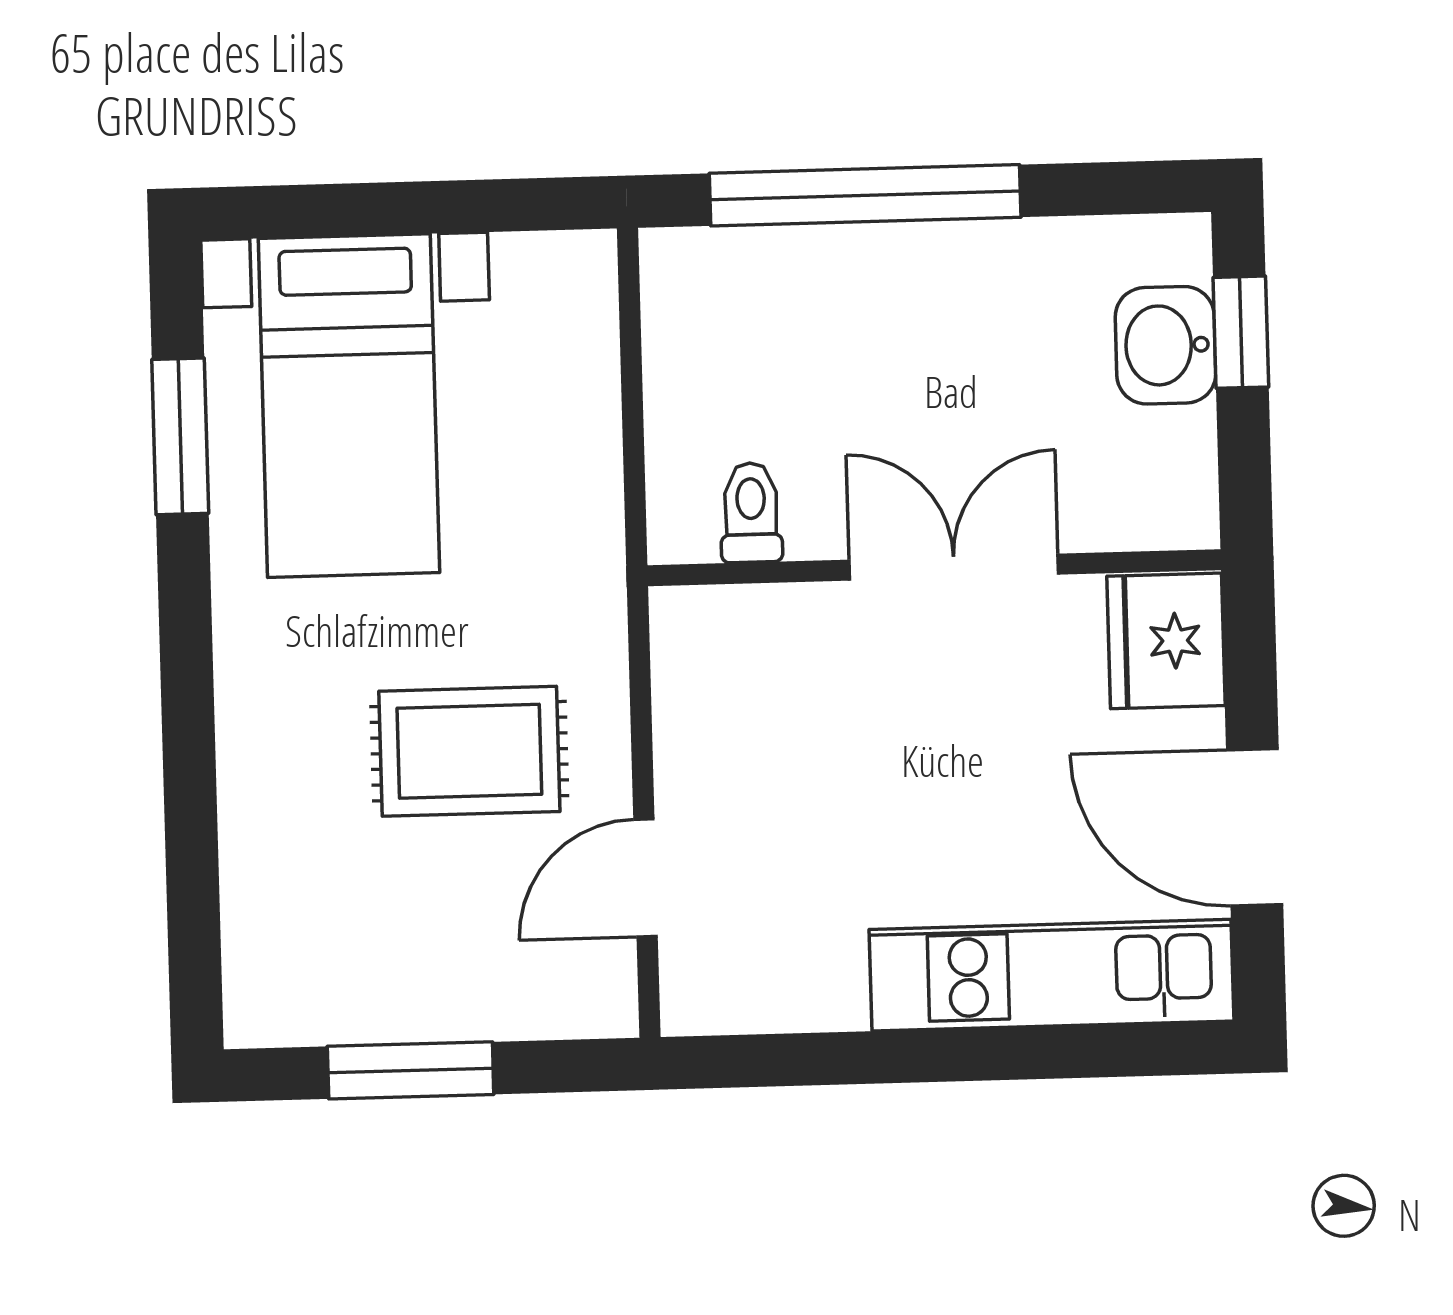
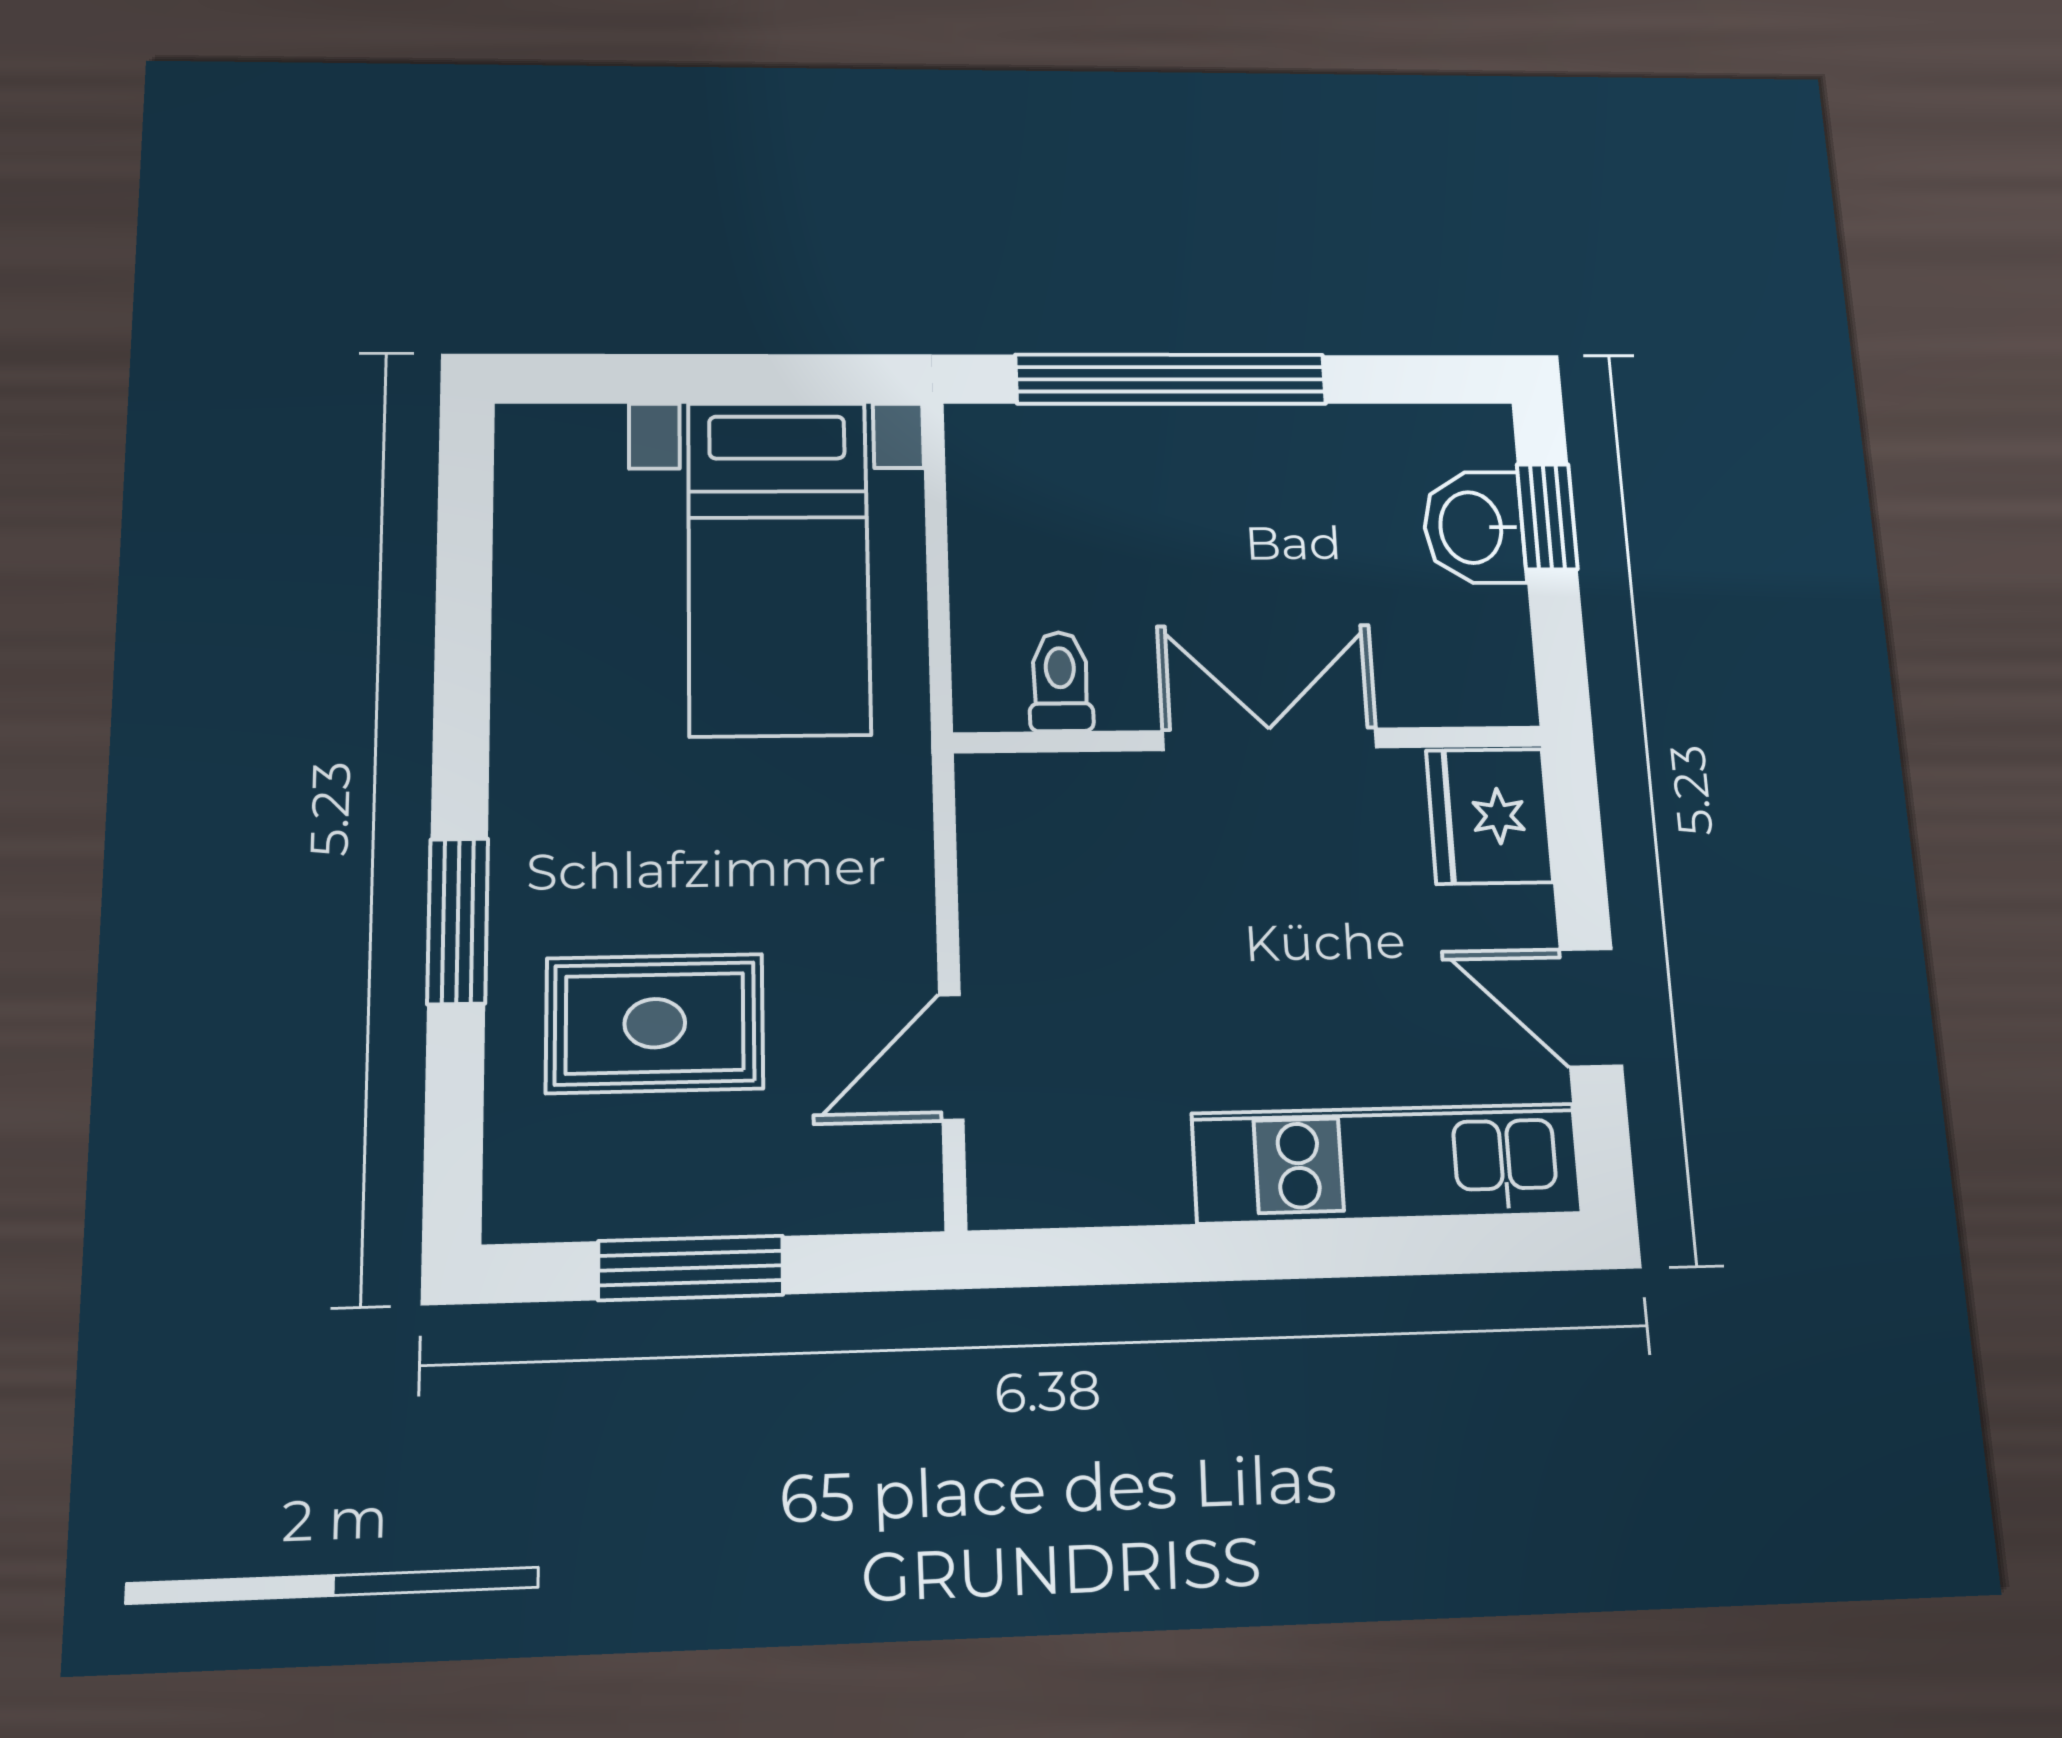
bed with nightstands: (349, 406) -> (778, 567), moved
window: (180, 436) -> (458, 921), moved
rug: (469, 751) -> (655, 1023), moved
door: (1255, 827) -> (1591, 1008), width x0.73

